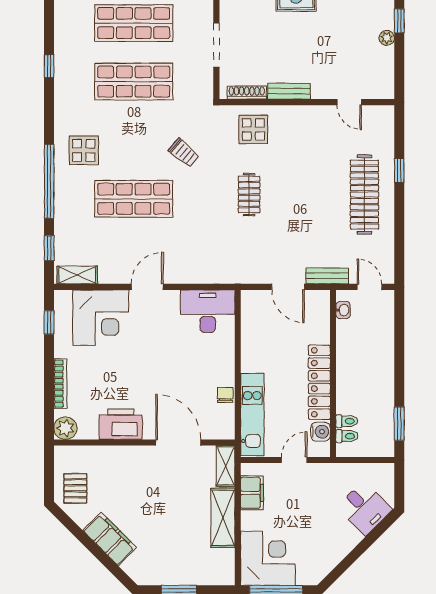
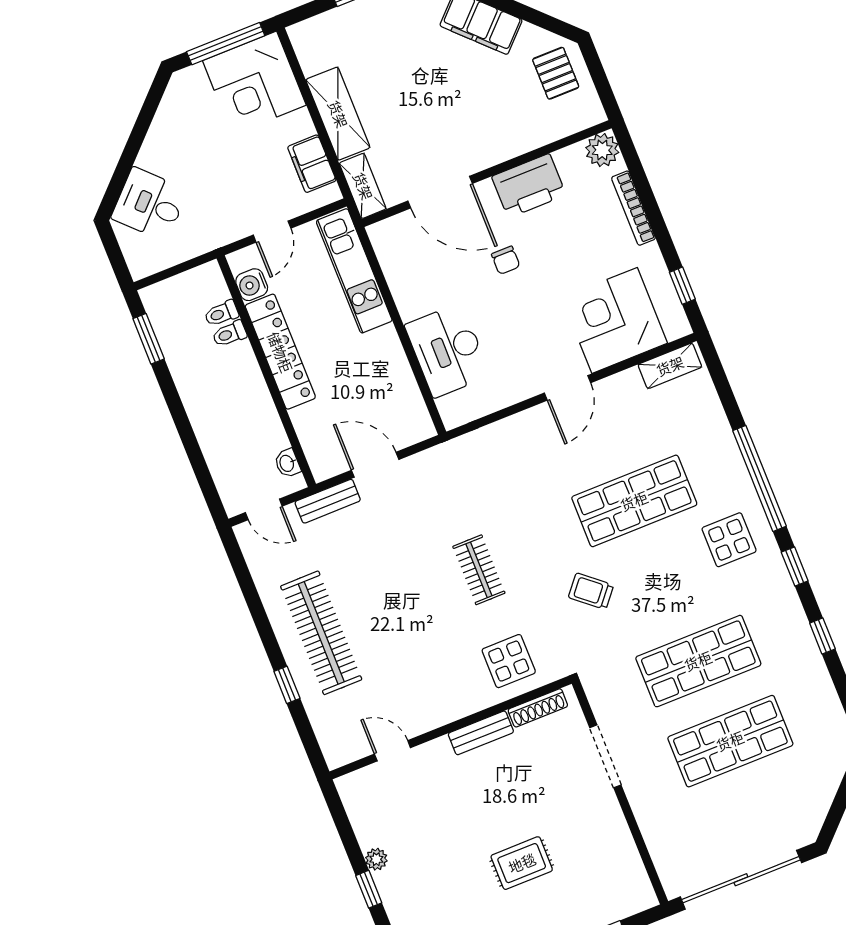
window: (49, 248) -> (795, 567), moved
desk: (208, 311) -> (448, 350), moved, turned 90
chair: (225, 395) -> (506, 260), moved
toilet: (347, 436) -> (229, 334), moved

